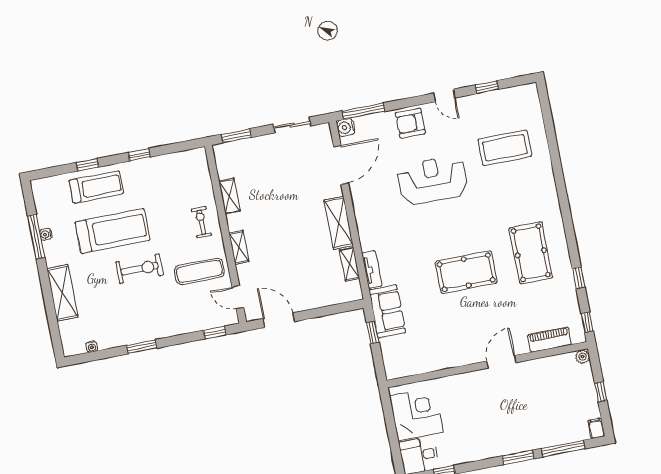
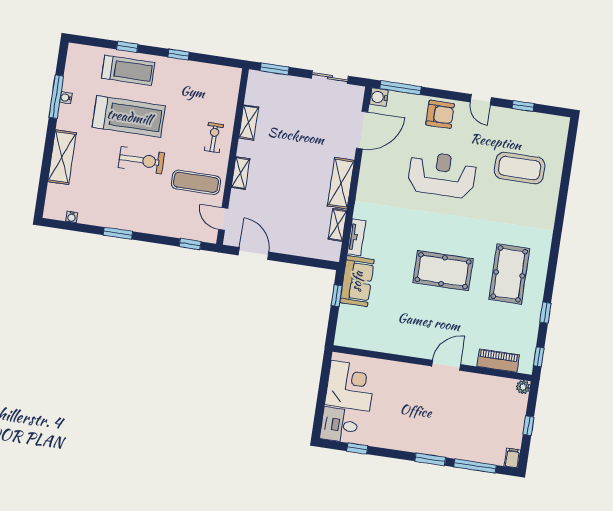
armchair: (410, 123) -> (440, 114), turned 180

